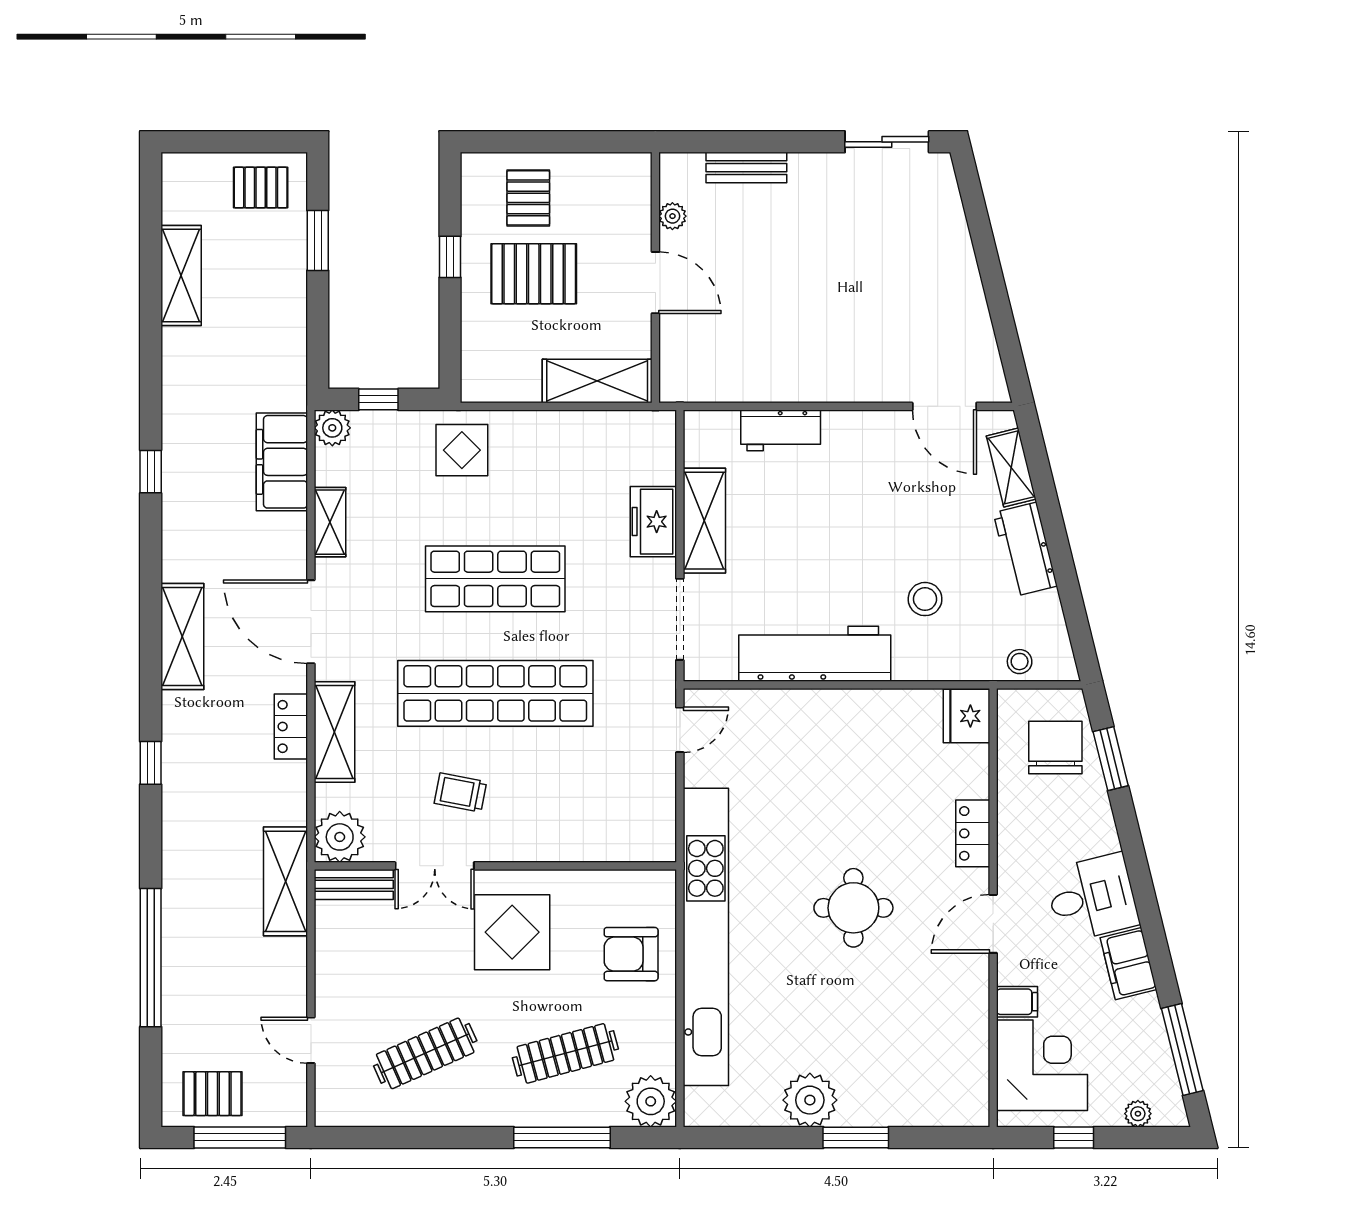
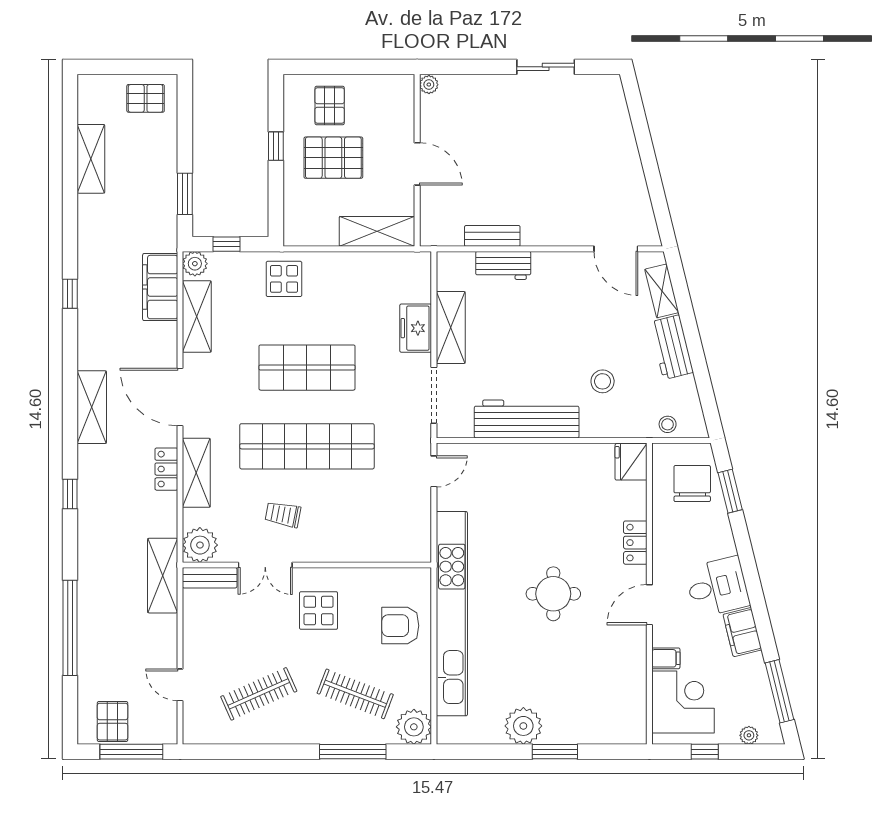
sliding door: (887, 142) -> (546, 67), moved
bench: (746, 168) -> (492, 236), moved
plant: (672, 216) -> (429, 85), moved
window: (318, 240) -> (185, 194), moved
shelving: (330, 522) -> (197, 317), width x1.50, depth x1.33
display table: (512, 932) -> (319, 610), width x0.73, depth x0.73
clothes rail: (565, 1053) -> (355, 694), turned 36
pallet: (213, 1094) -> (112, 722), turned 90

